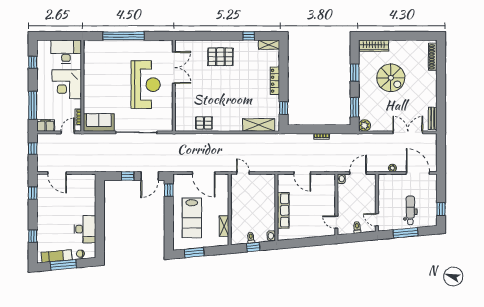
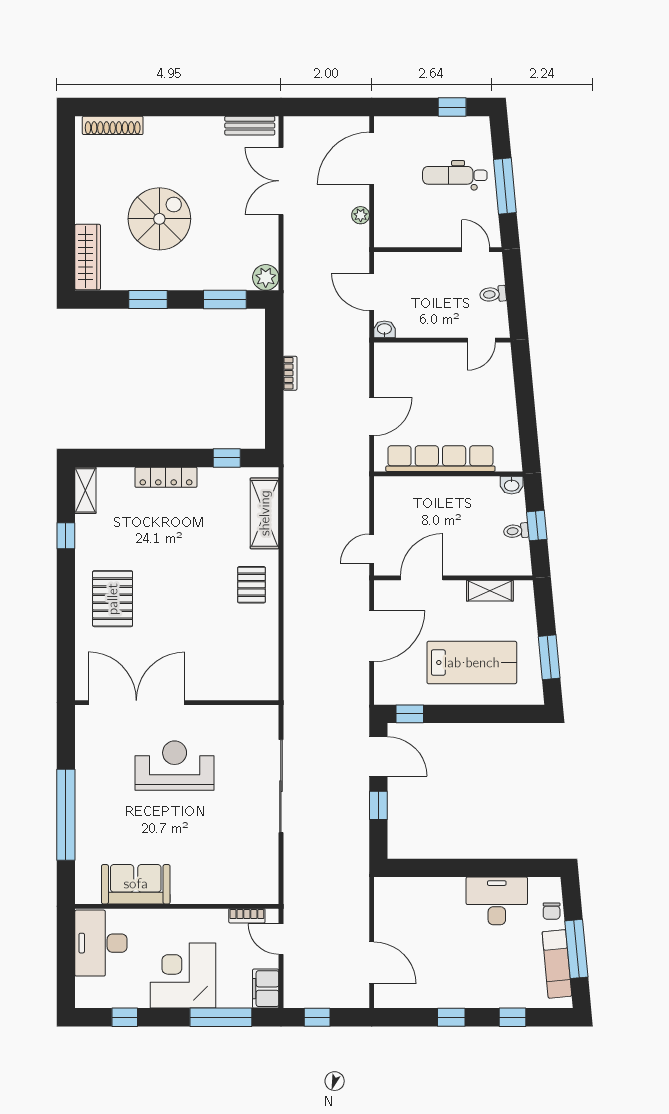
double door: (174, 68) -> (136, 703), width x1.36
corner desk: (67, 84) -> (183, 976), moved, turned 180
reception desk: (146, 85) -> (175, 766), width x0.74, depth x0.77
sofa: (99, 122) -> (136, 884), moved, turned 90
pallet: (204, 123) -> (251, 585), moved
door: (57, 173) -> (372, 963), hinge flipped
window: (33, 193) -> (451, 1017), moved
door: (230, 195) -> (422, 578), added
row of seats: (283, 210) -> (440, 459), width x1.36
door: (377, 220) -> (476, 250), swing flipped

